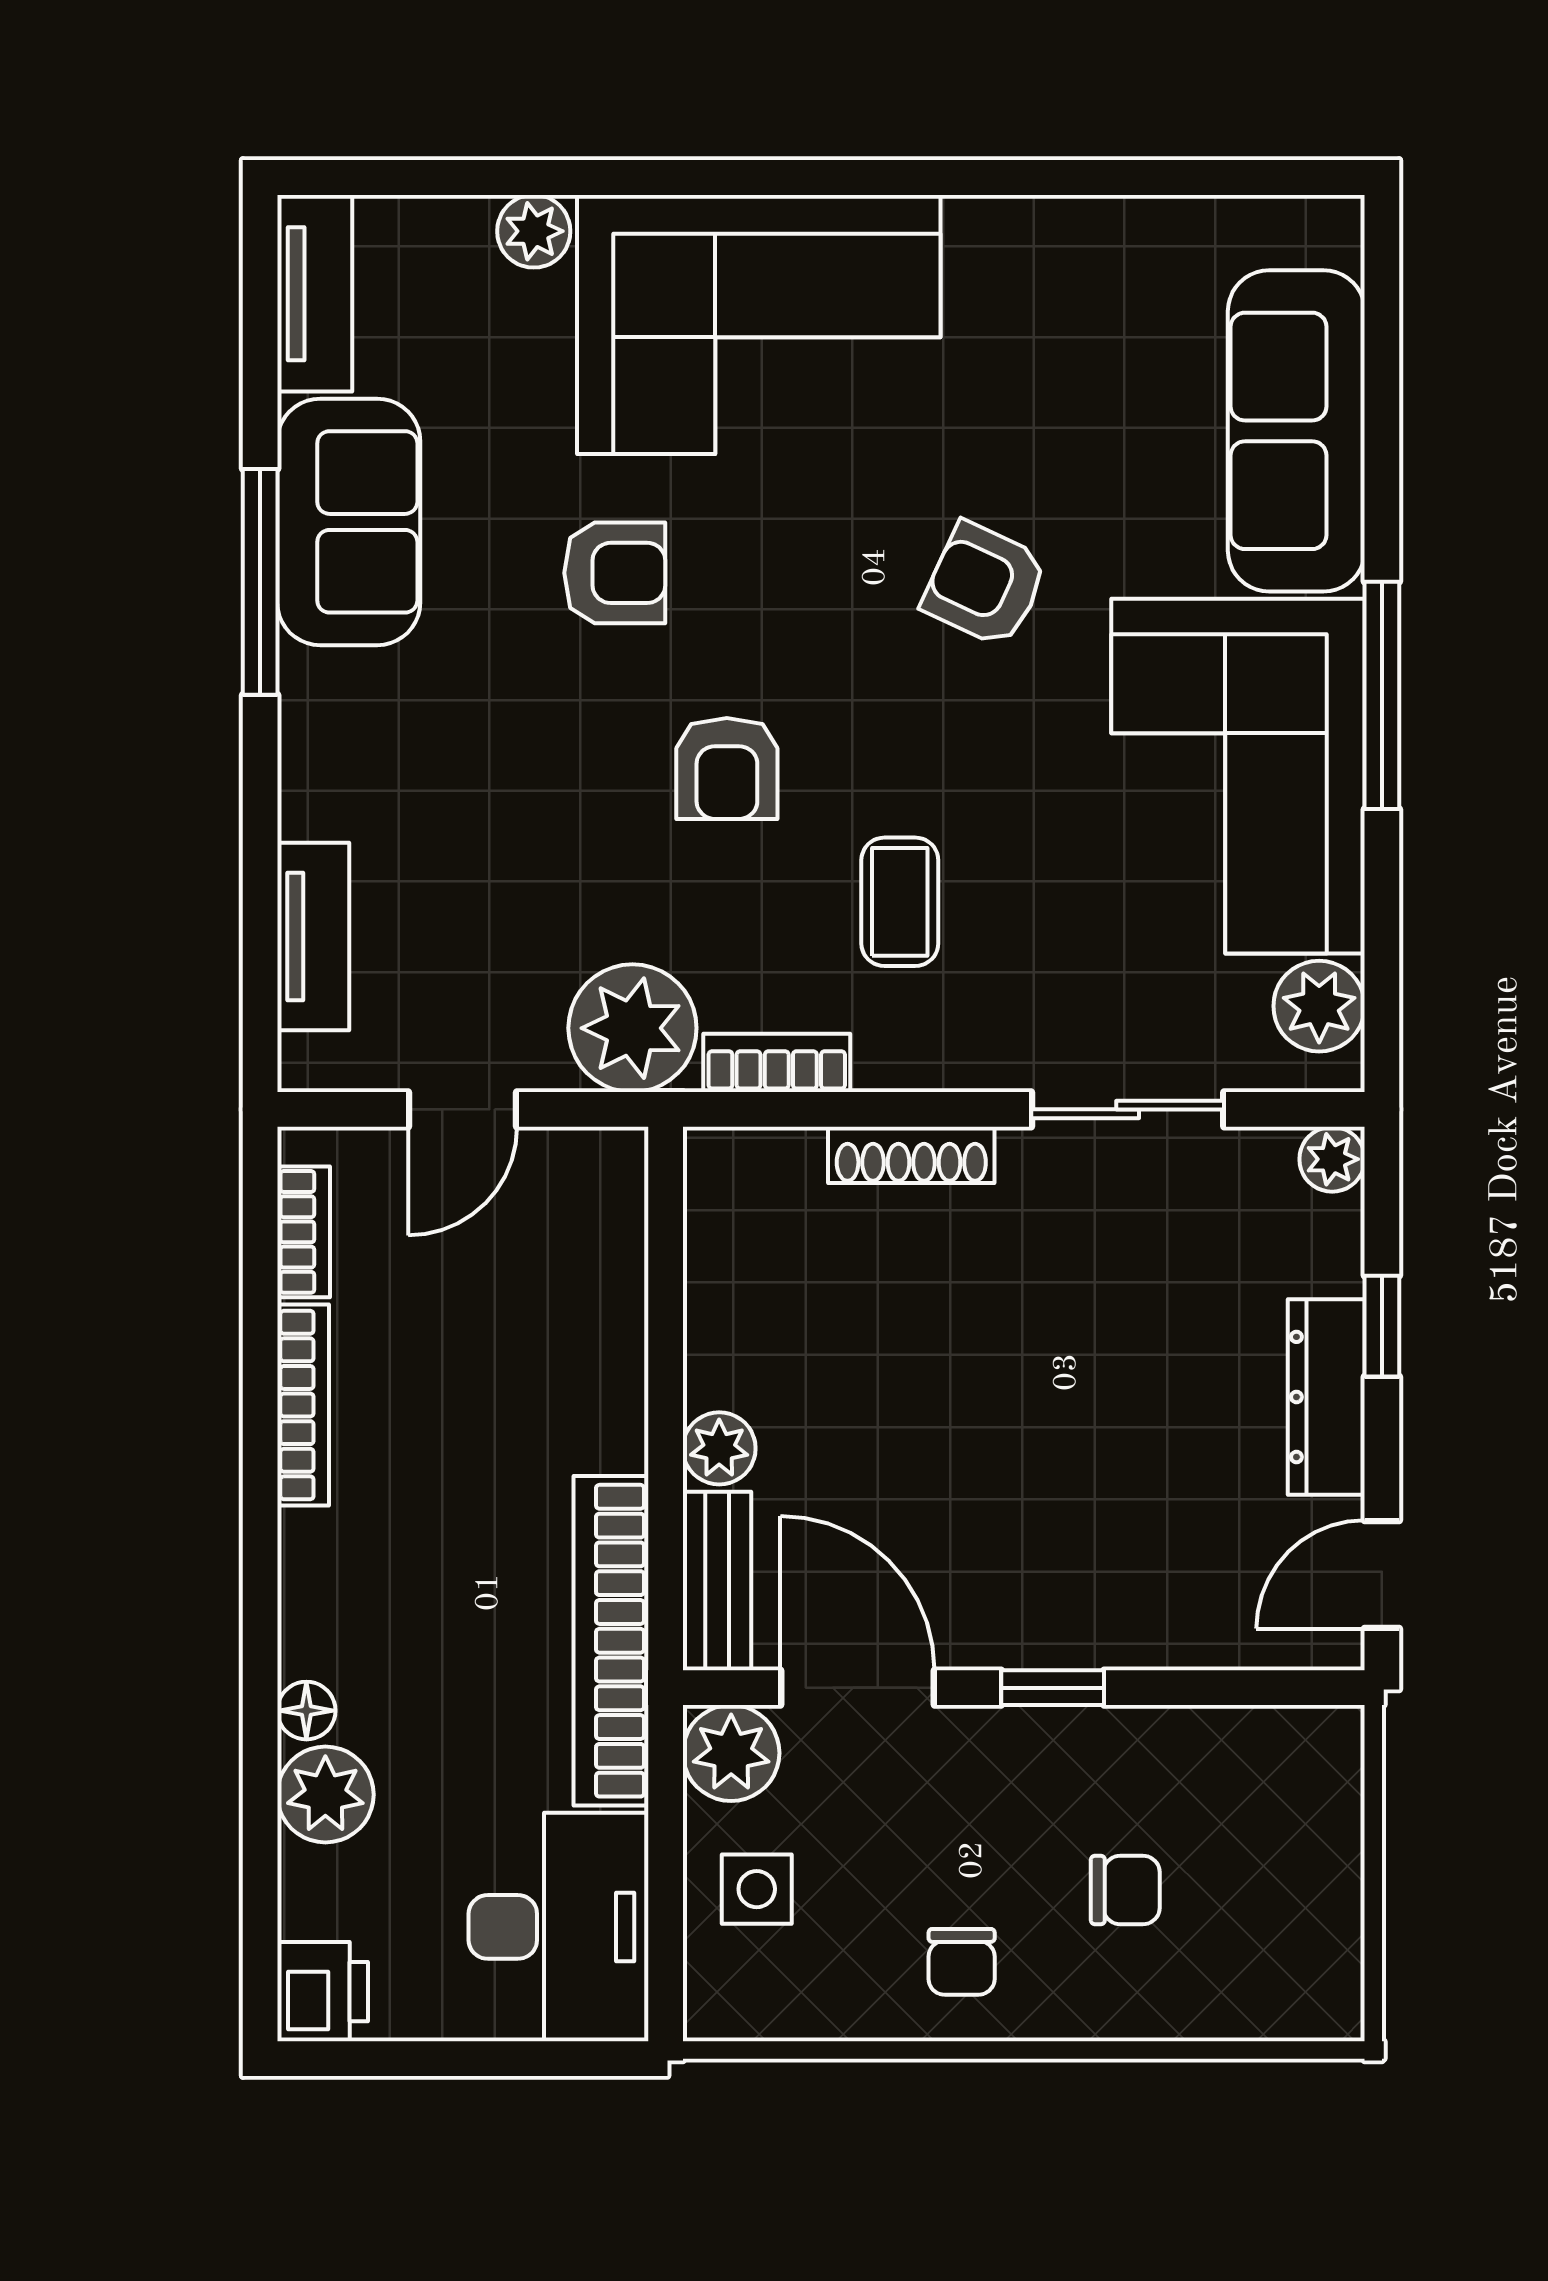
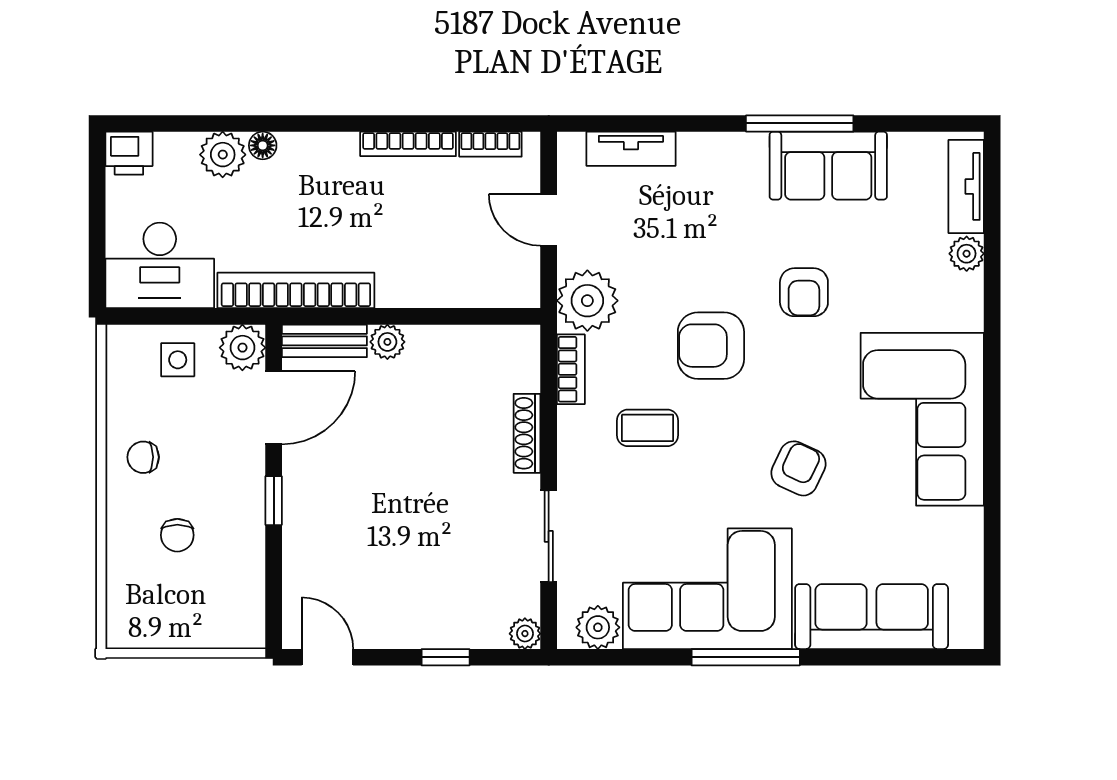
tv unit: (315, 294) -> (966, 186), moved, turned 90
corner sofa: (759, 324) -> (922, 419), moved
armchair: (727, 768) -> (711, 346), width x1.38, depth x1.38
dresser: (1326, 1397) -> (412, 631), removed

